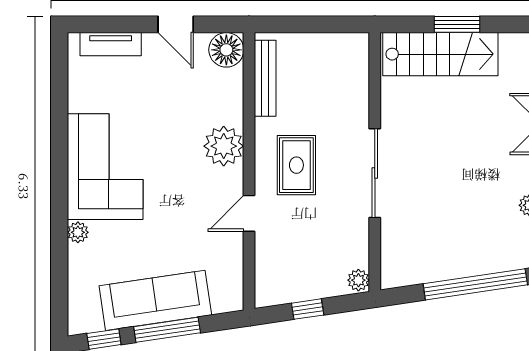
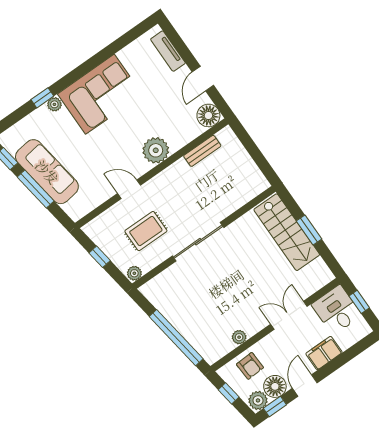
bench: (265, 78) -> (202, 151), width x0.73
rug: (296, 165) -> (146, 231), moved
window: (59, 242) -> (42, 98), added

